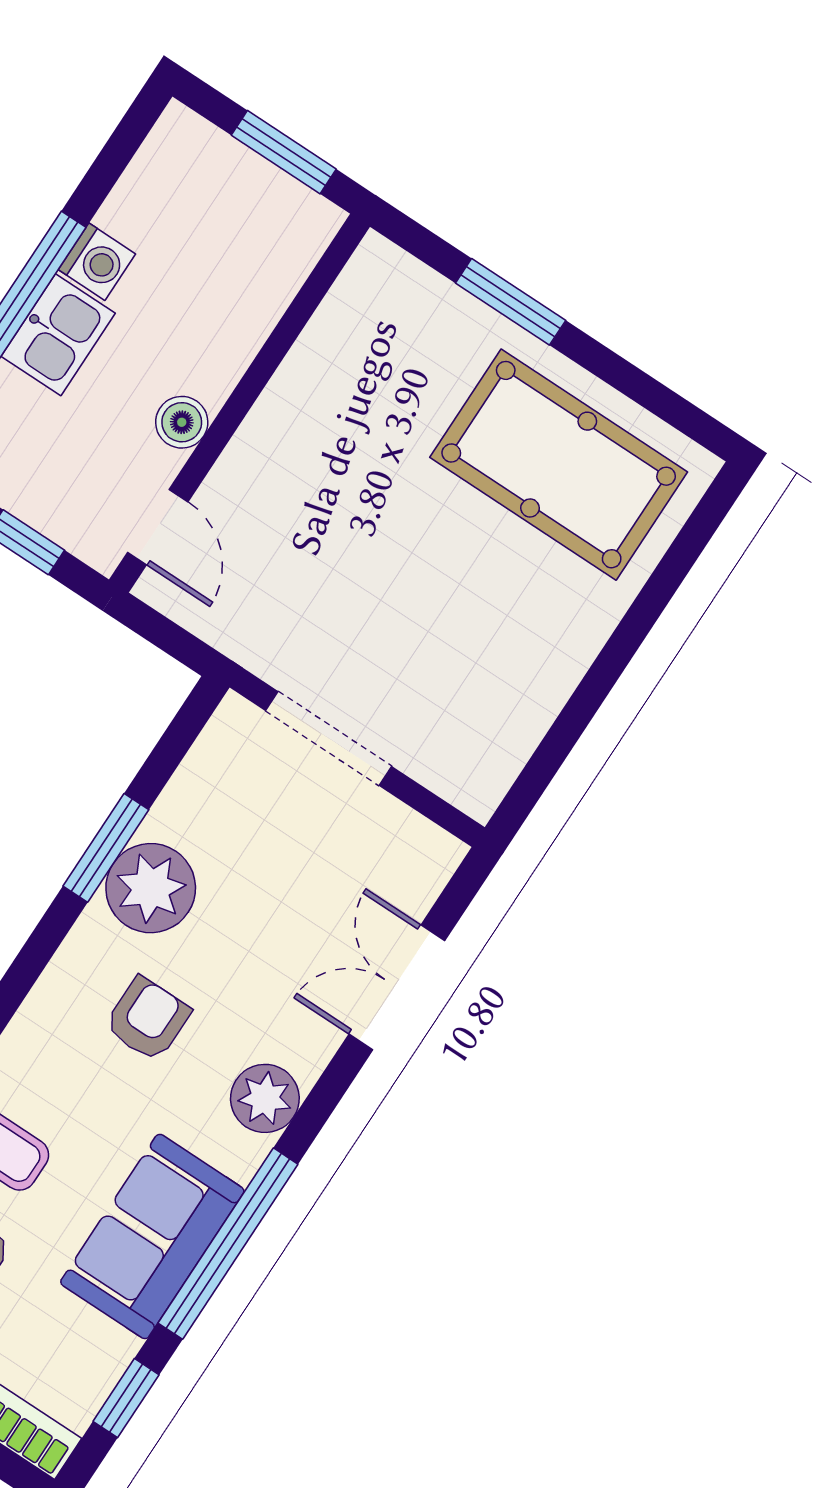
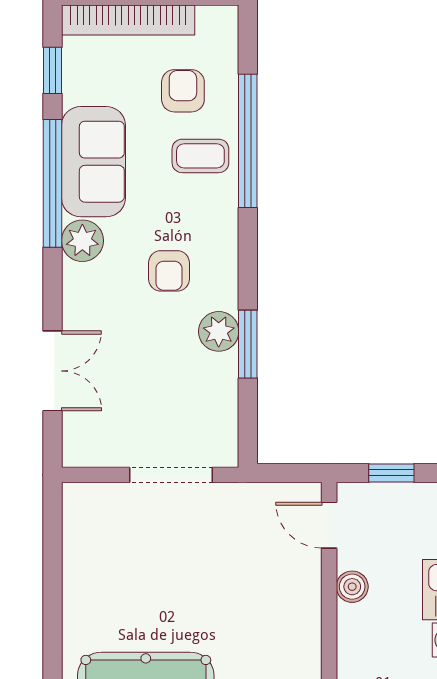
plant: (151, 888) -> (219, 331), width x0.73, depth x0.73
plant: (265, 1098) -> (82, 241), moved

